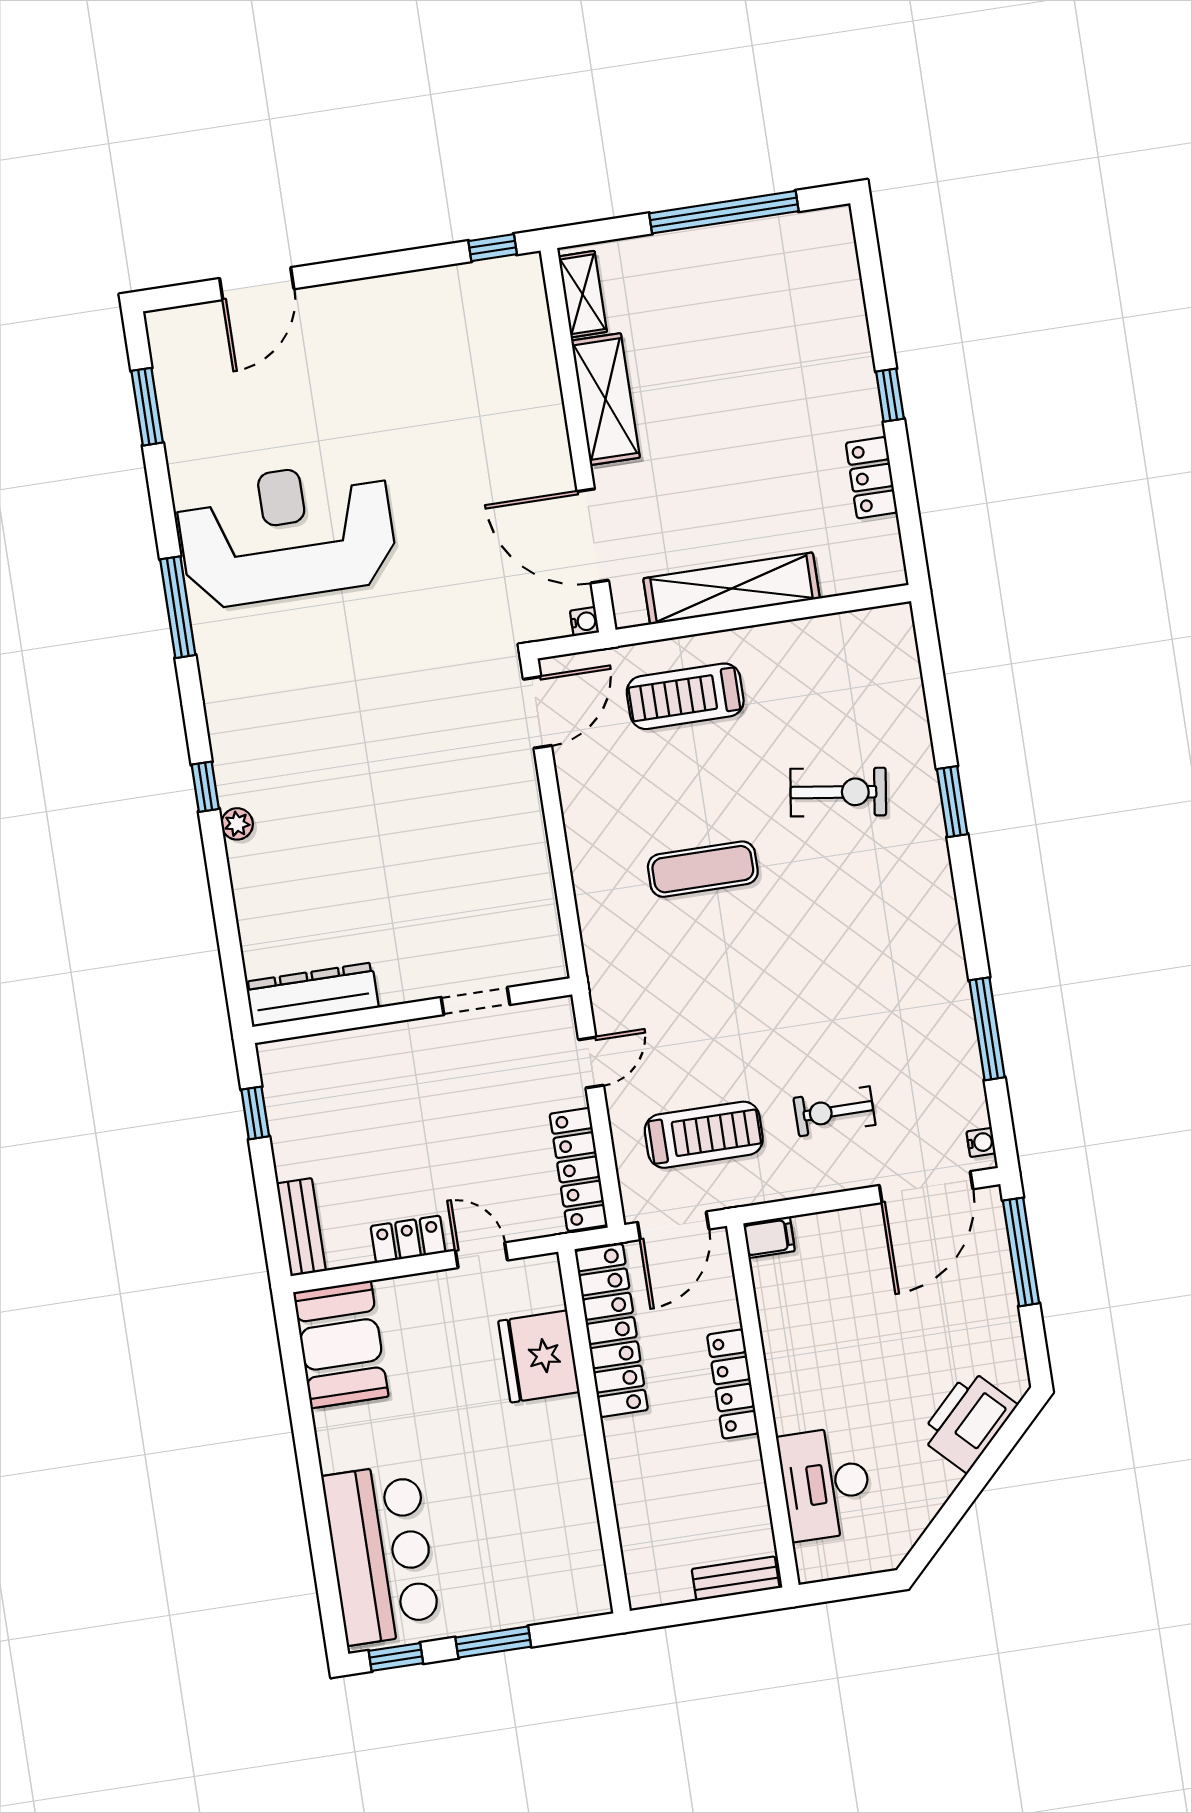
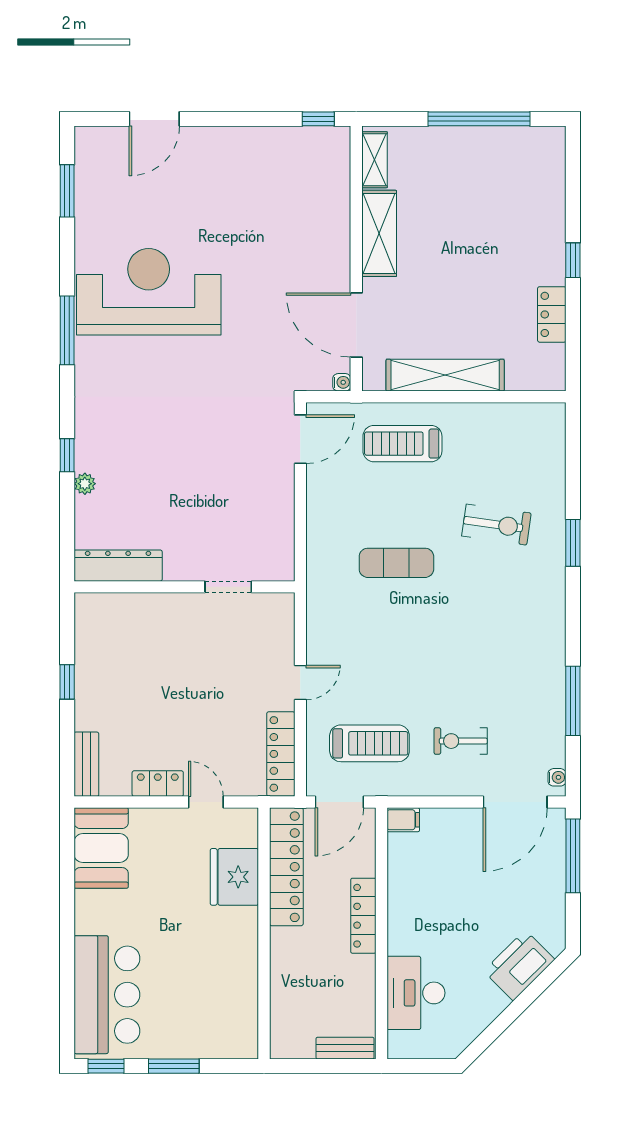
dresser: (312, 995) -> (118, 566), moved
doorway: (476, 1001) -> (228, 587), moved
wall: (412, 1011) -> (184, 587), moved

